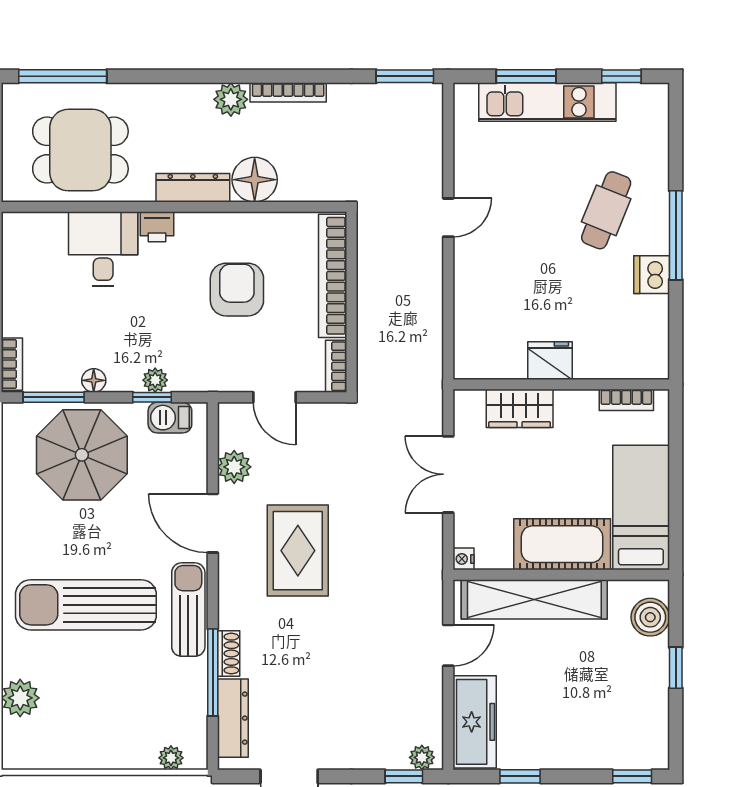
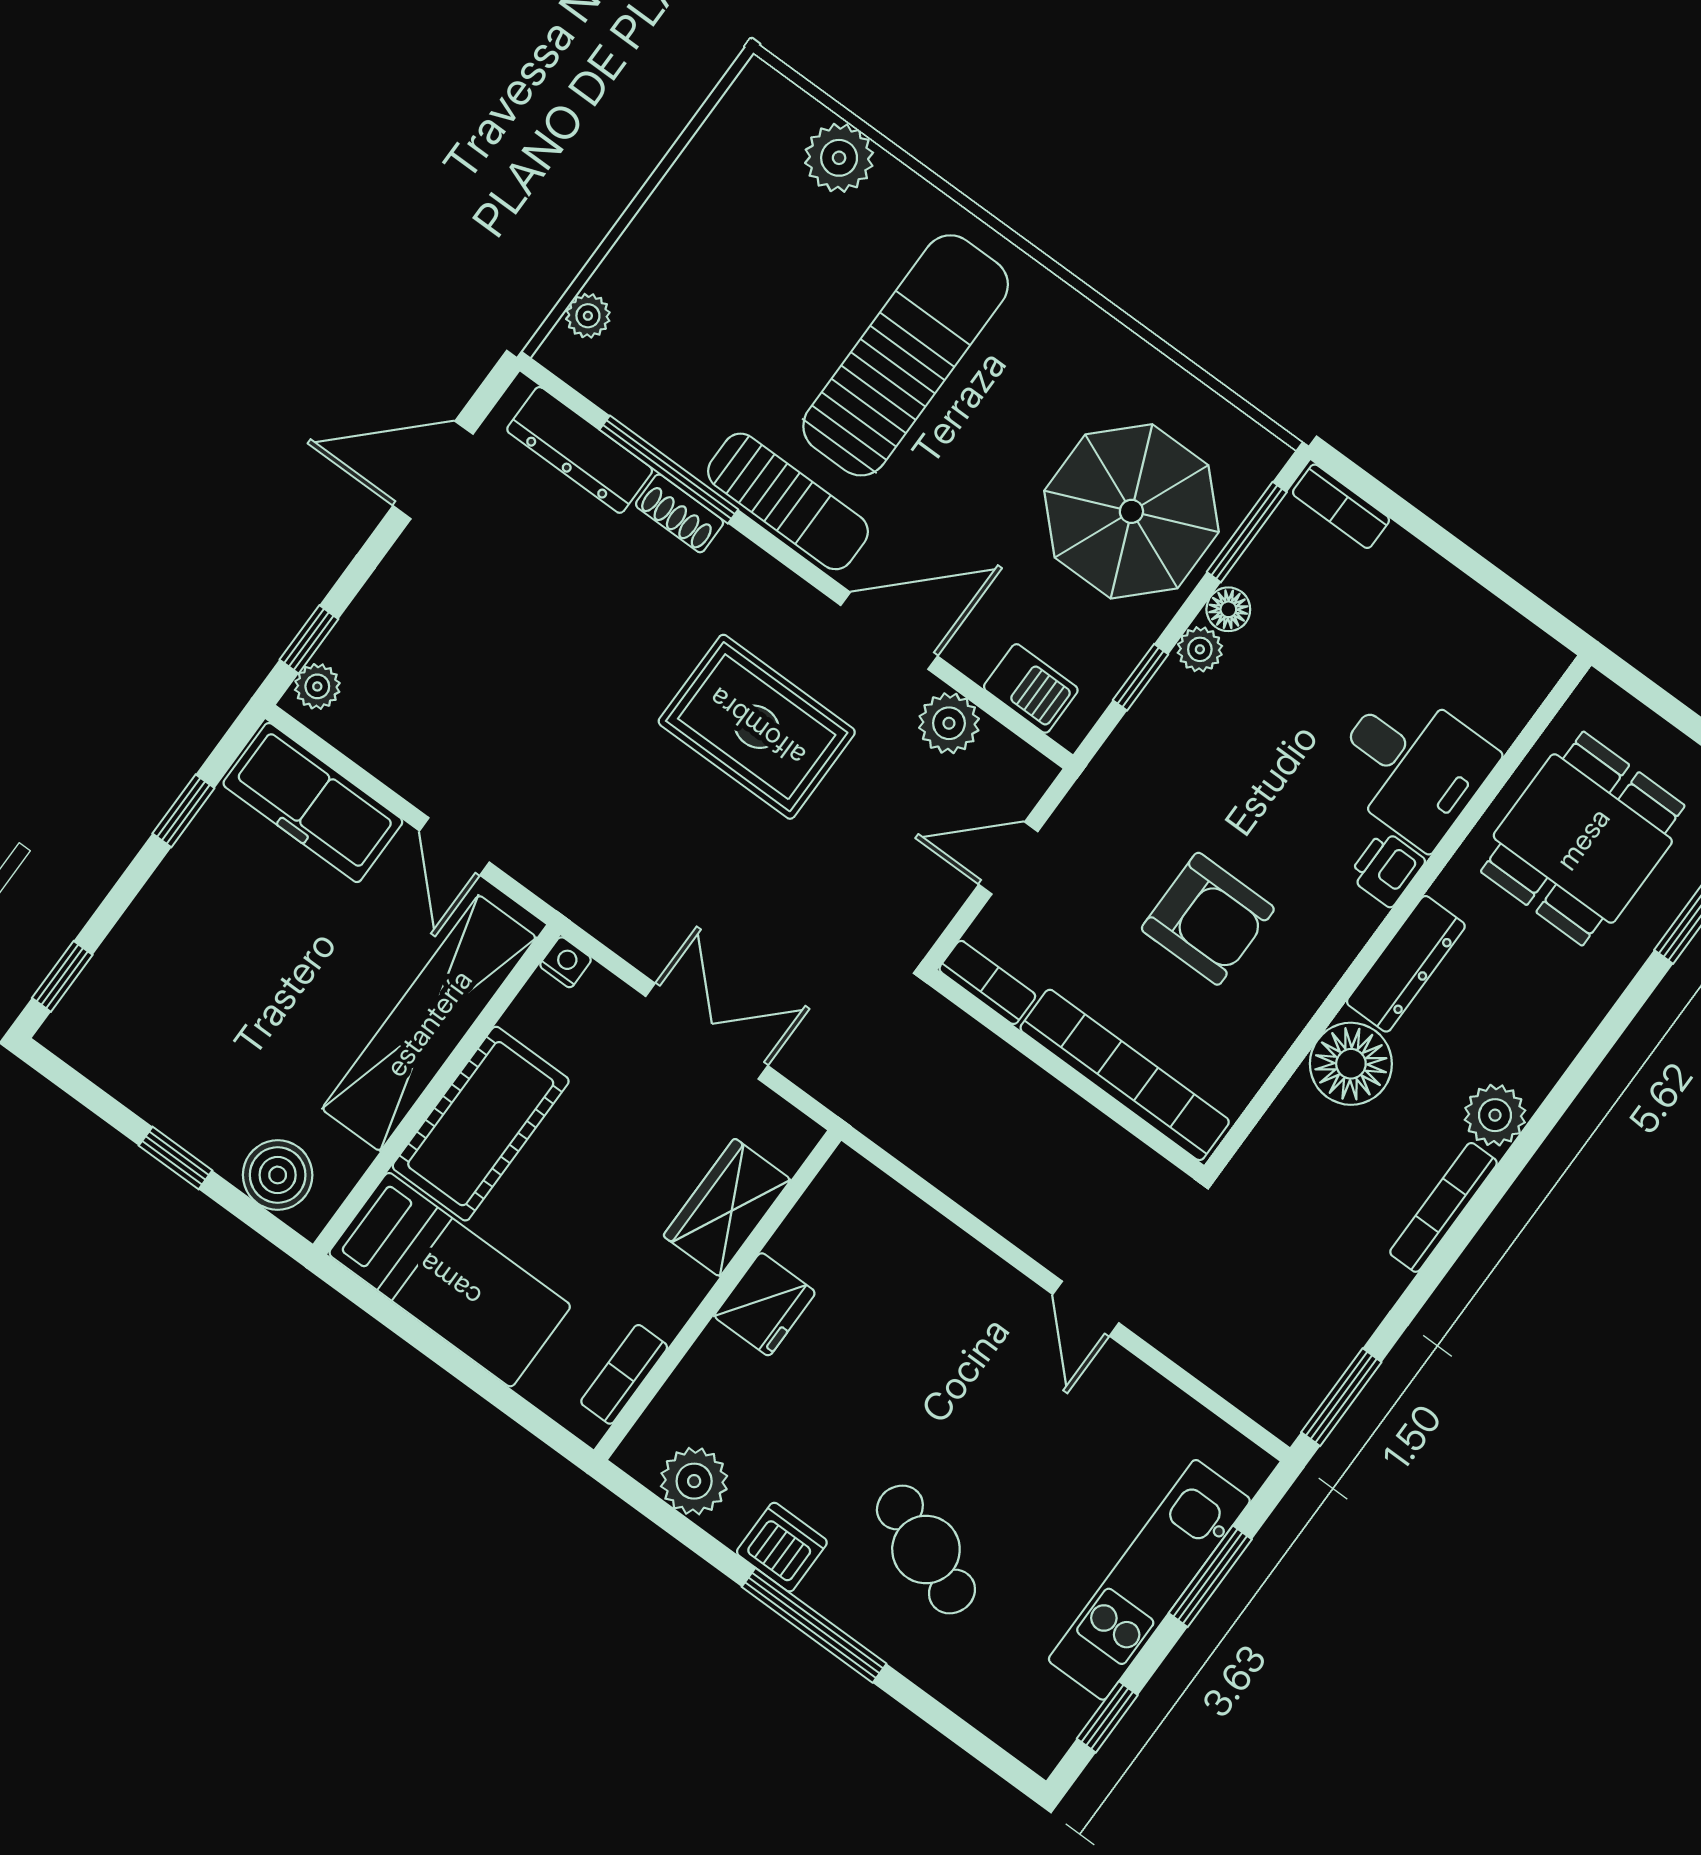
plant: (651, 335) -> (694, 1481), added
plant: (155, 380) -> (1200, 649), moved
barbecue: (170, 418) -> (1031, 688), moved, turned 90

